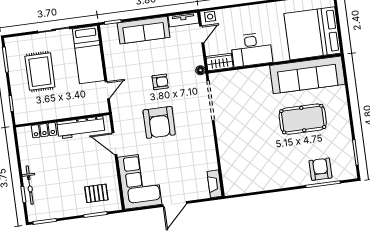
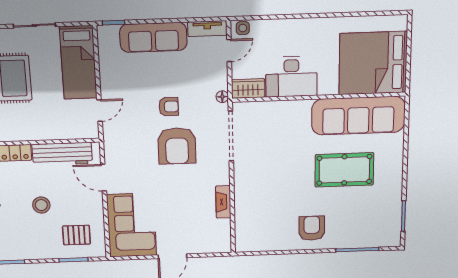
armchair: (159, 122) -> (177, 146), moved
armchair: (321, 169) -> (312, 228), moved
stool: (67, 171) -> (41, 205), added
fireplace: (214, 184) -> (223, 202), moved

